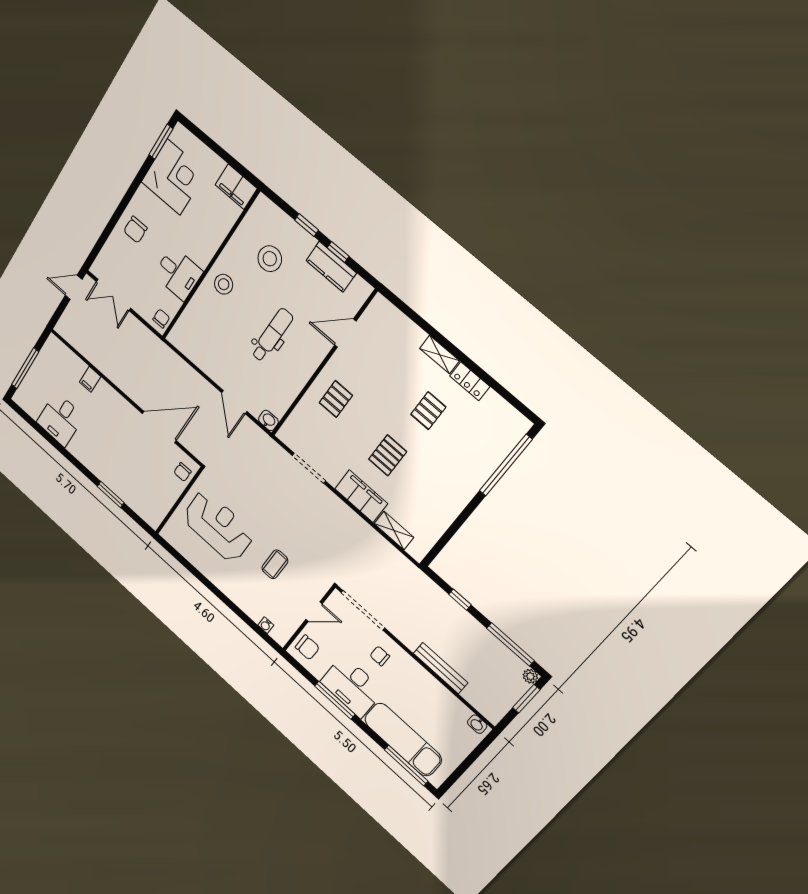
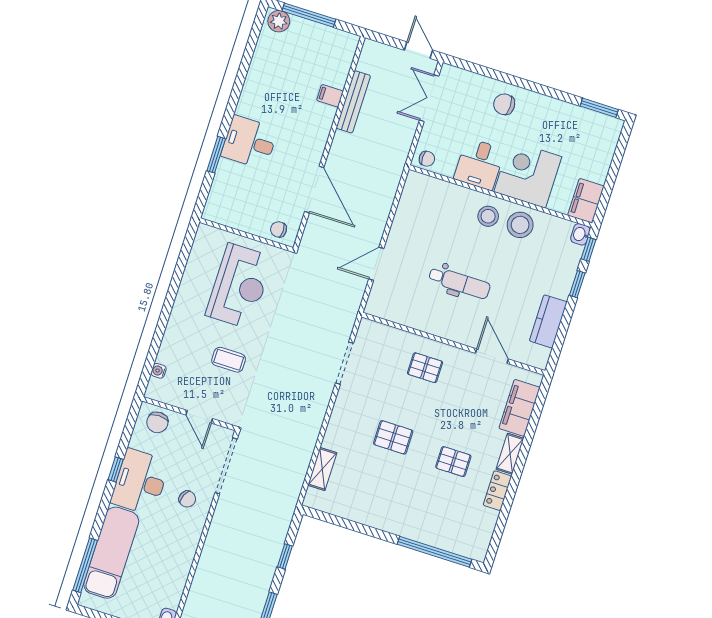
corner desk: (174, 177) -> (528, 174), moved, turned 180
window: (338, 252) -> (588, 249), moved
stool: (270, 259) -> (520, 225), moved
plant: (24, 395) -> (279, 21), added
desk: (60, 419) -> (249, 142), moved
washbasin: (268, 420) -> (580, 234), moved, turned 180
filing cabinet: (361, 496) -> (519, 408), moved, turned 180
chair: (380, 656) -> (187, 499), turned 115
bench: (441, 668) -> (353, 102), moved
window: (335, 700) -> (116, 470), width x0.46

